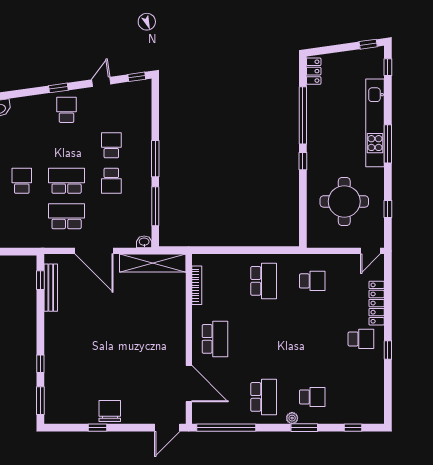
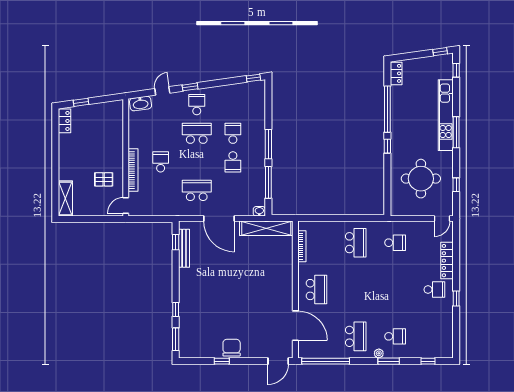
door: (101, 82) -> (162, 91), moved
school desk: (67, 181) -> (197, 133), moved

